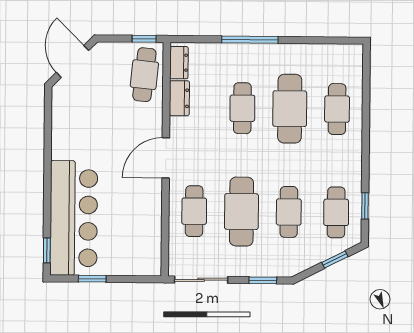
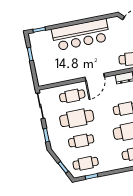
door: (166, 158) -> (95, 77), swing flipped
bar counter: (74, 218) -> (81, 35), moved

